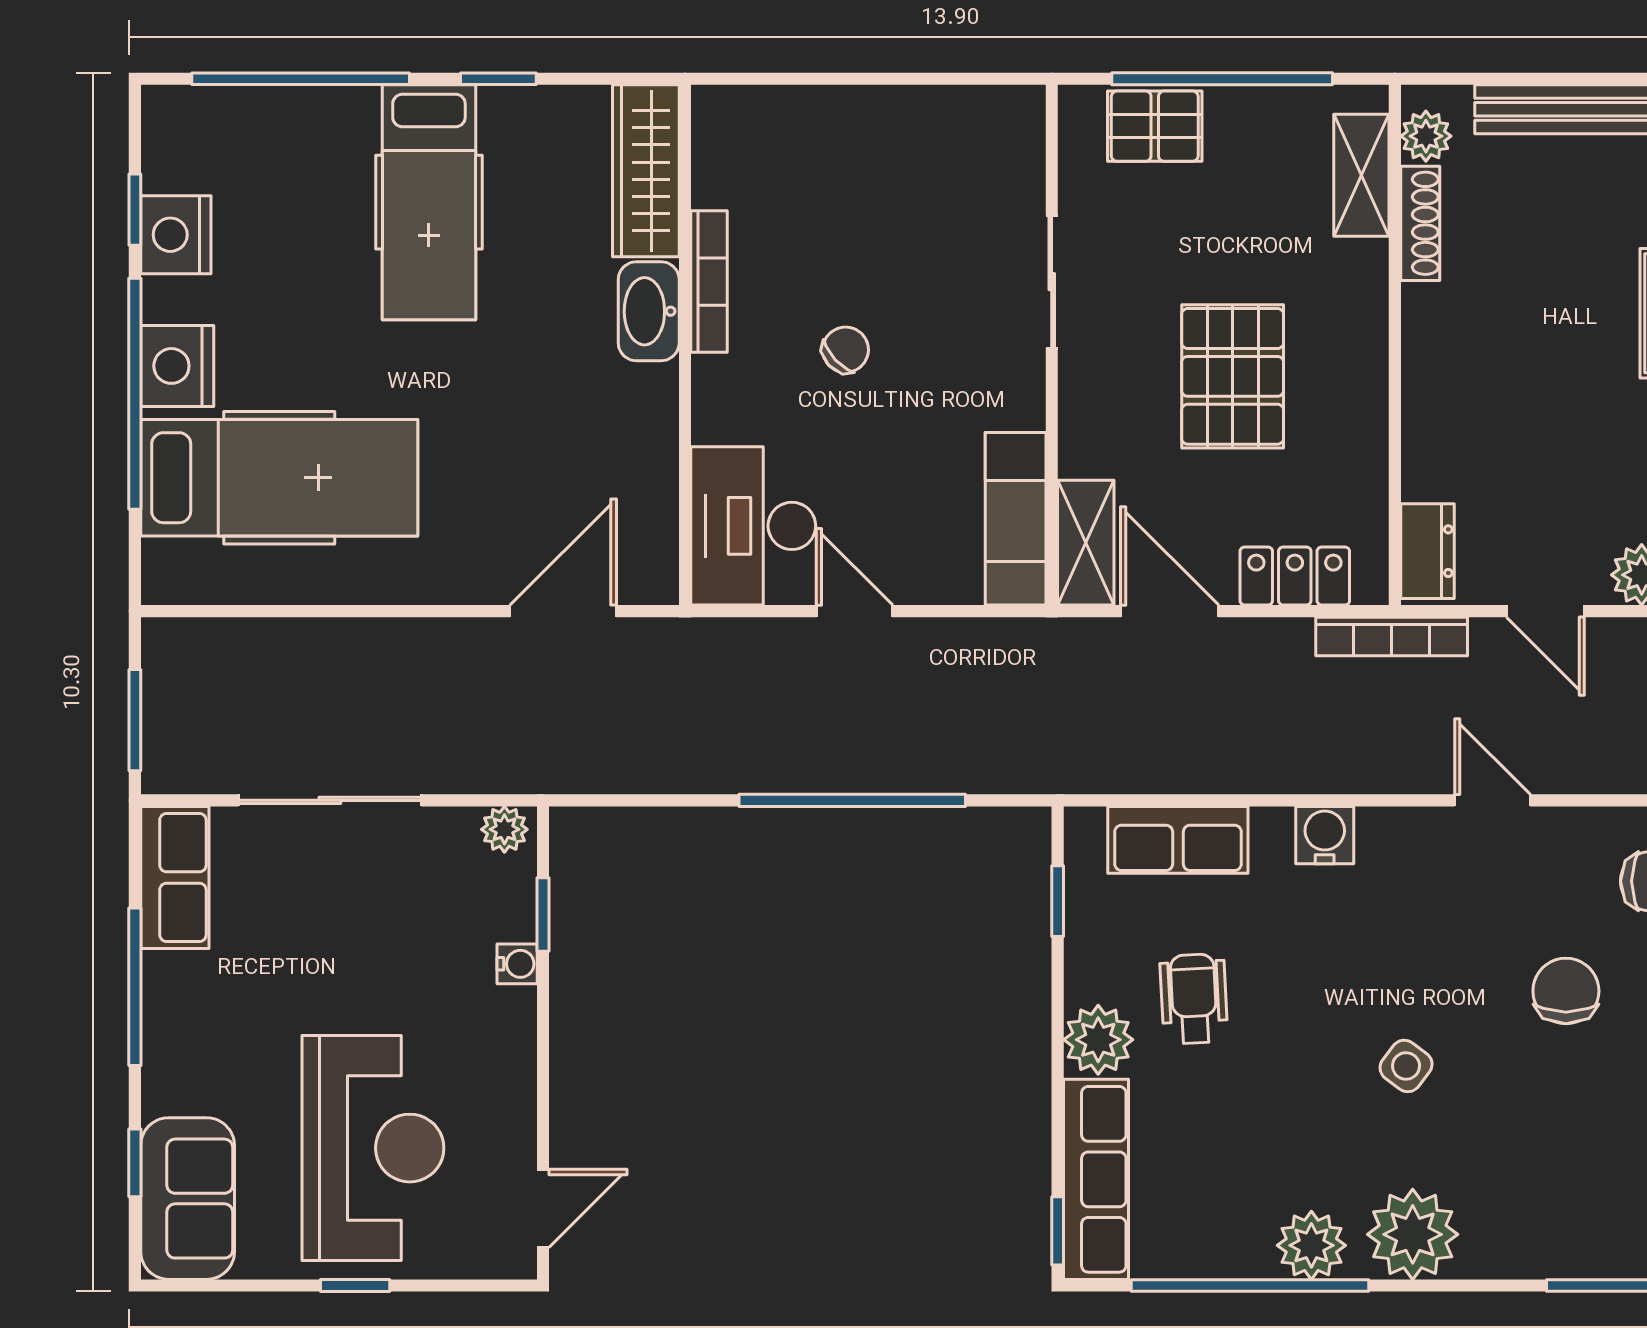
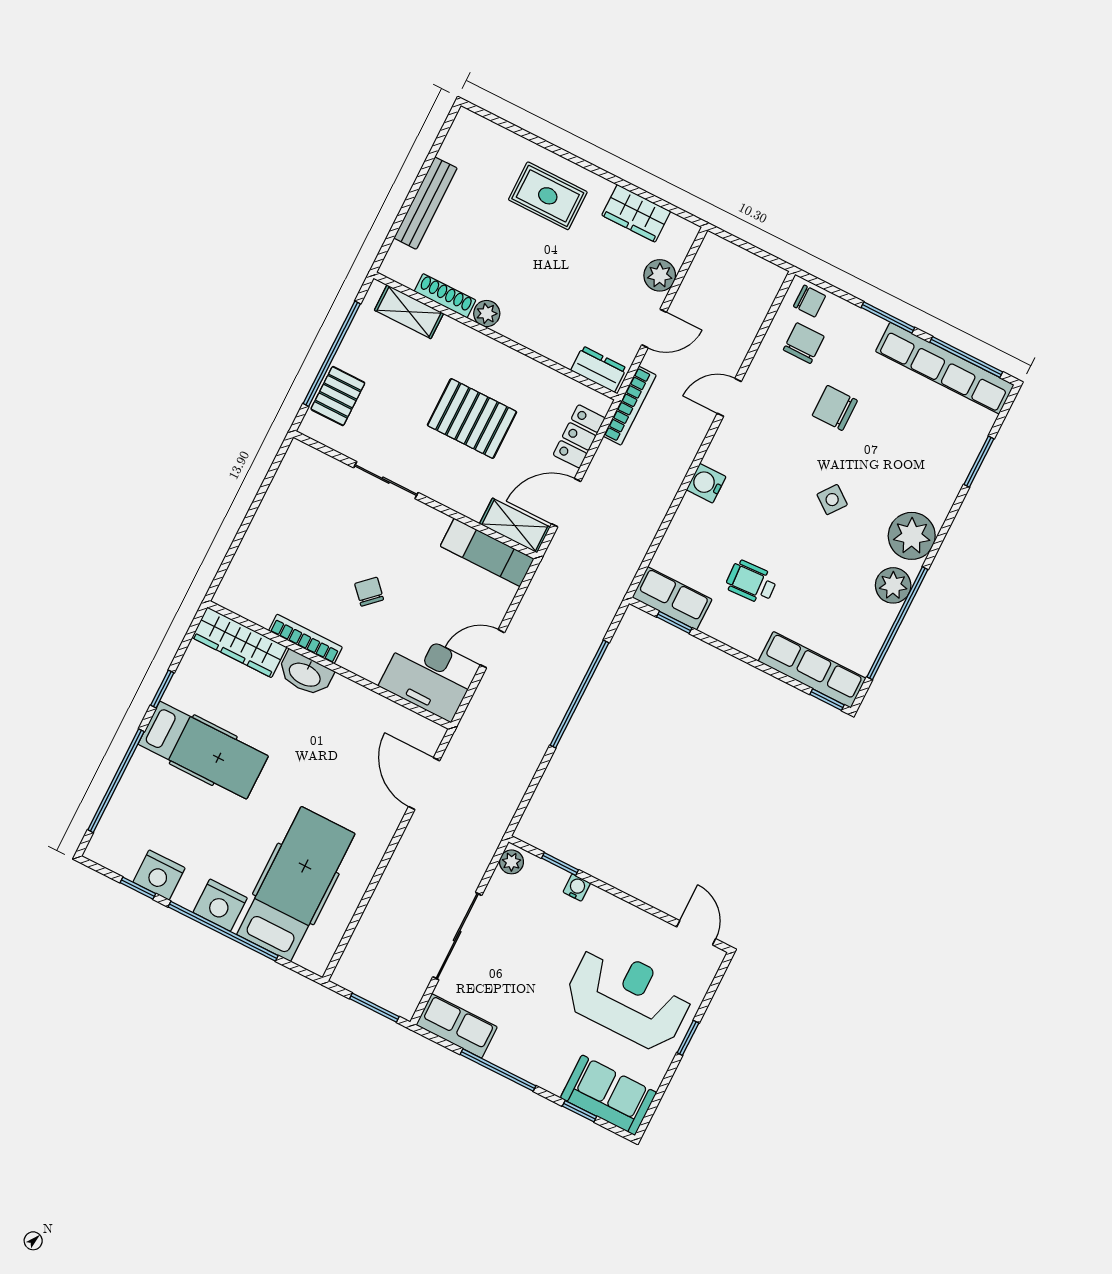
plant: (1426, 136) -> (487, 314), moved
row of seats: (1178, 840) -> (672, 598), moved, turned -90
plant: (1098, 1040) -> (748, 636), removed

